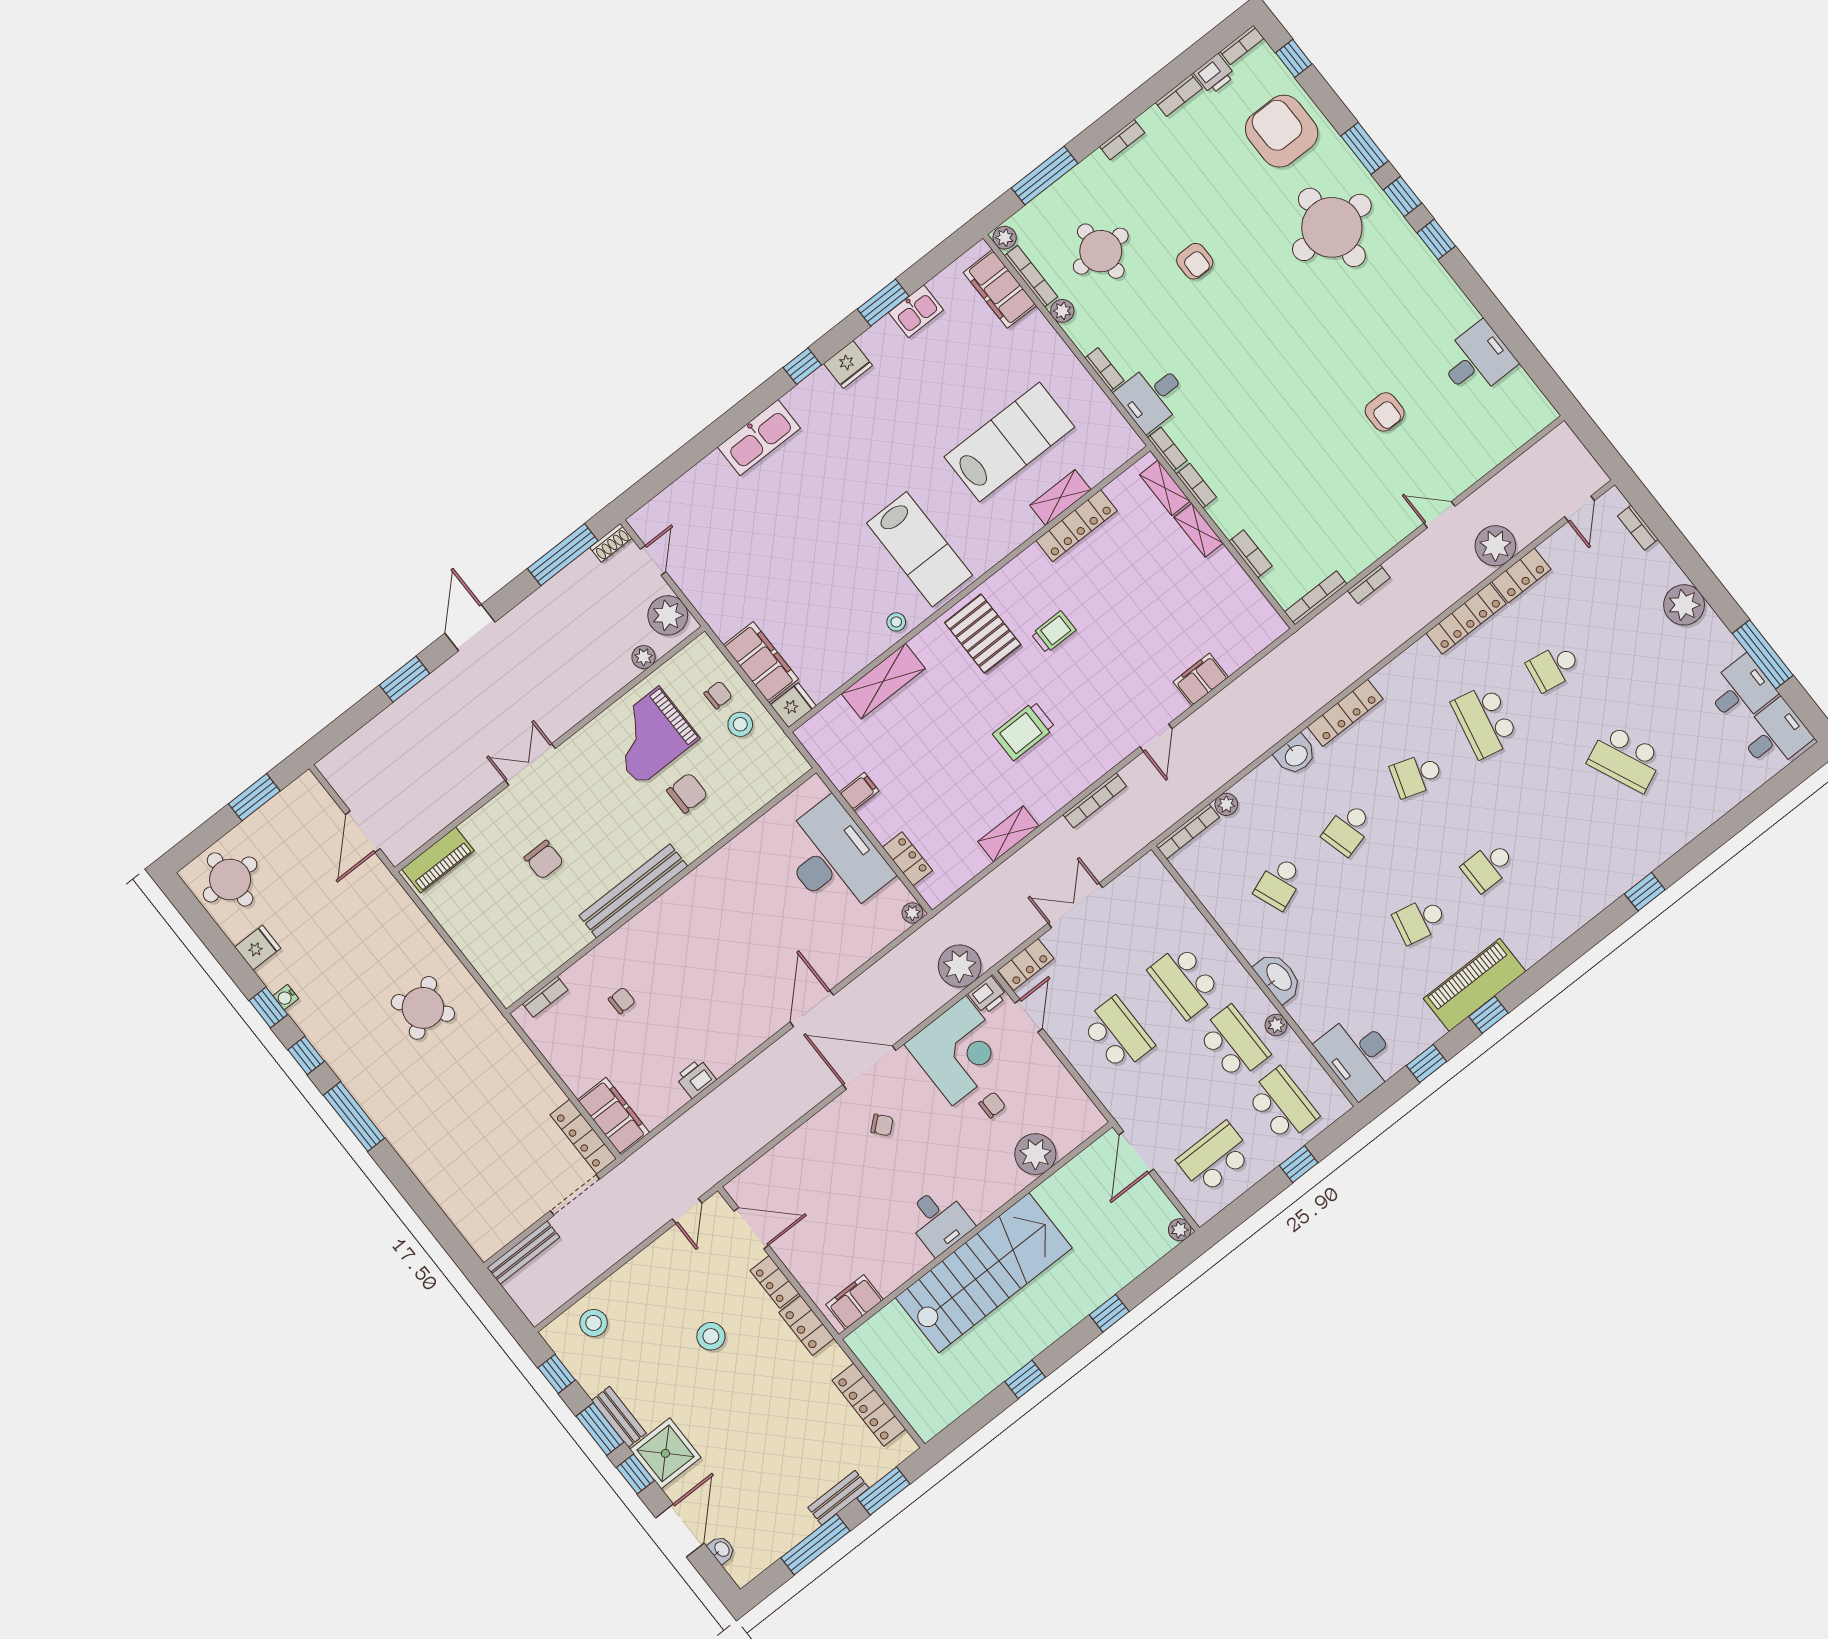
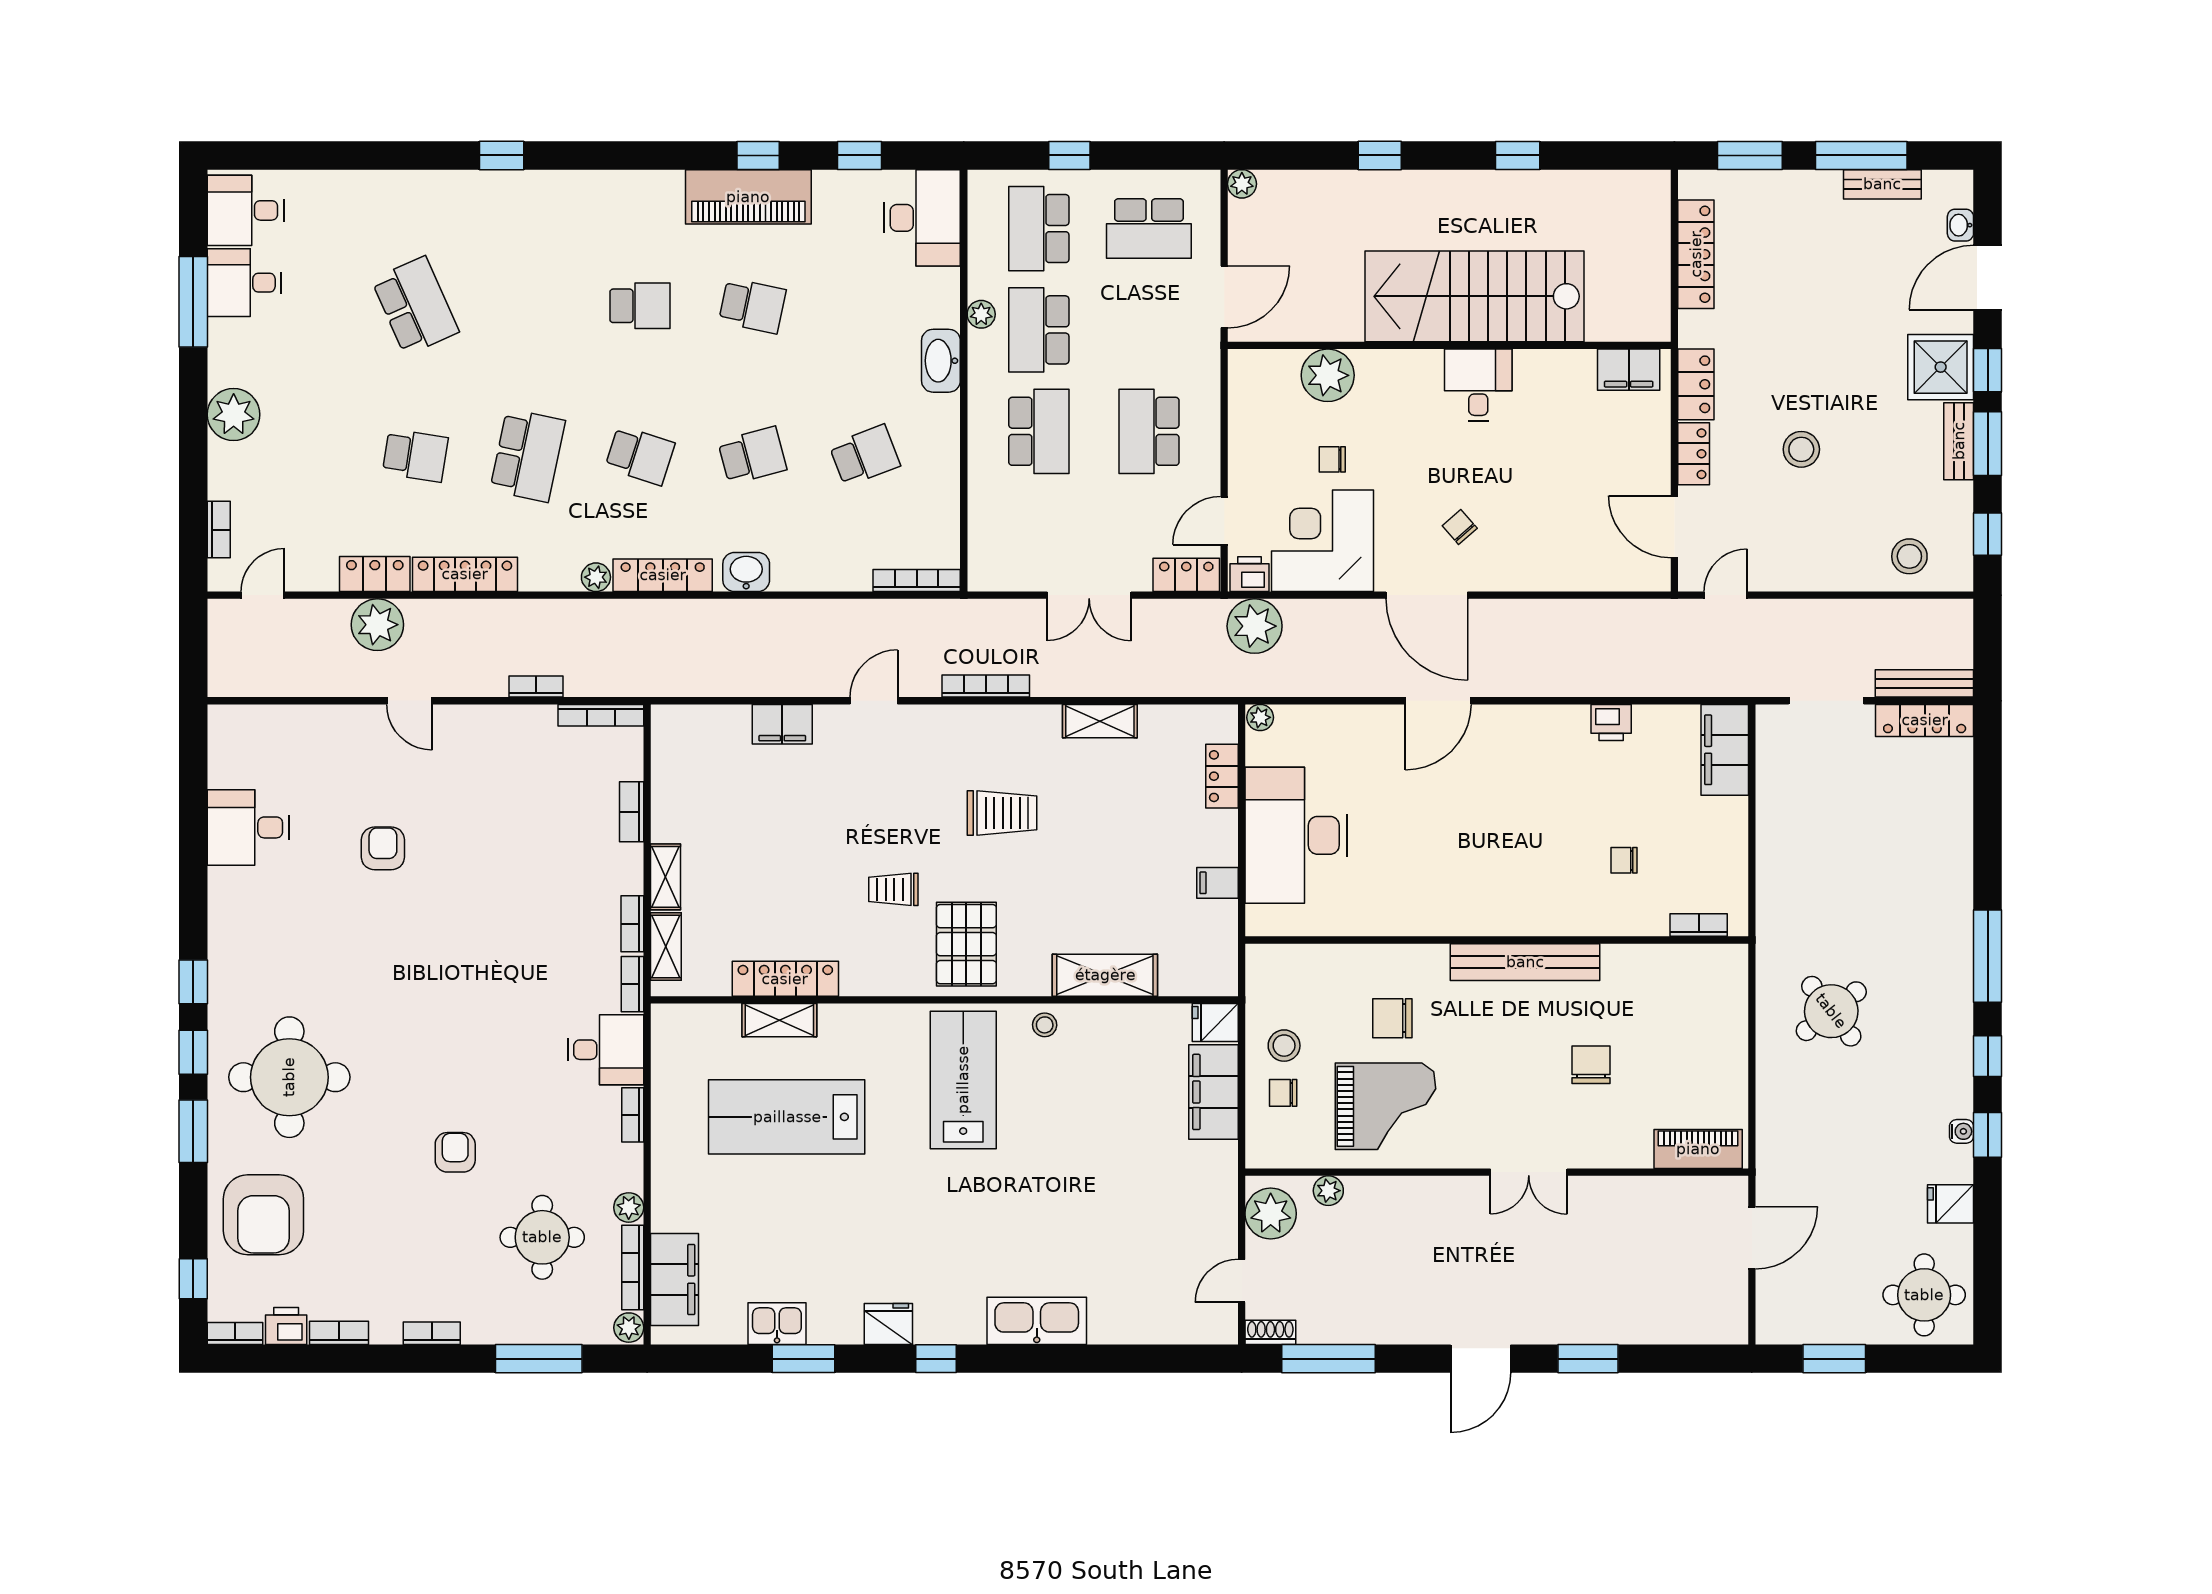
plant: (1226, 804) -> (596, 577), moved
locker: (583, 1137) -> (1925, 720), moved, turned 90
bench: (838, 1498) -> (1882, 184), moved

